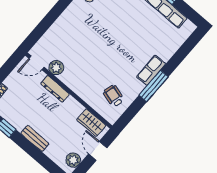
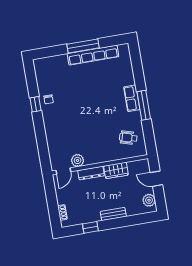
wardrobe: (91, 123) -> (116, 170), moved

